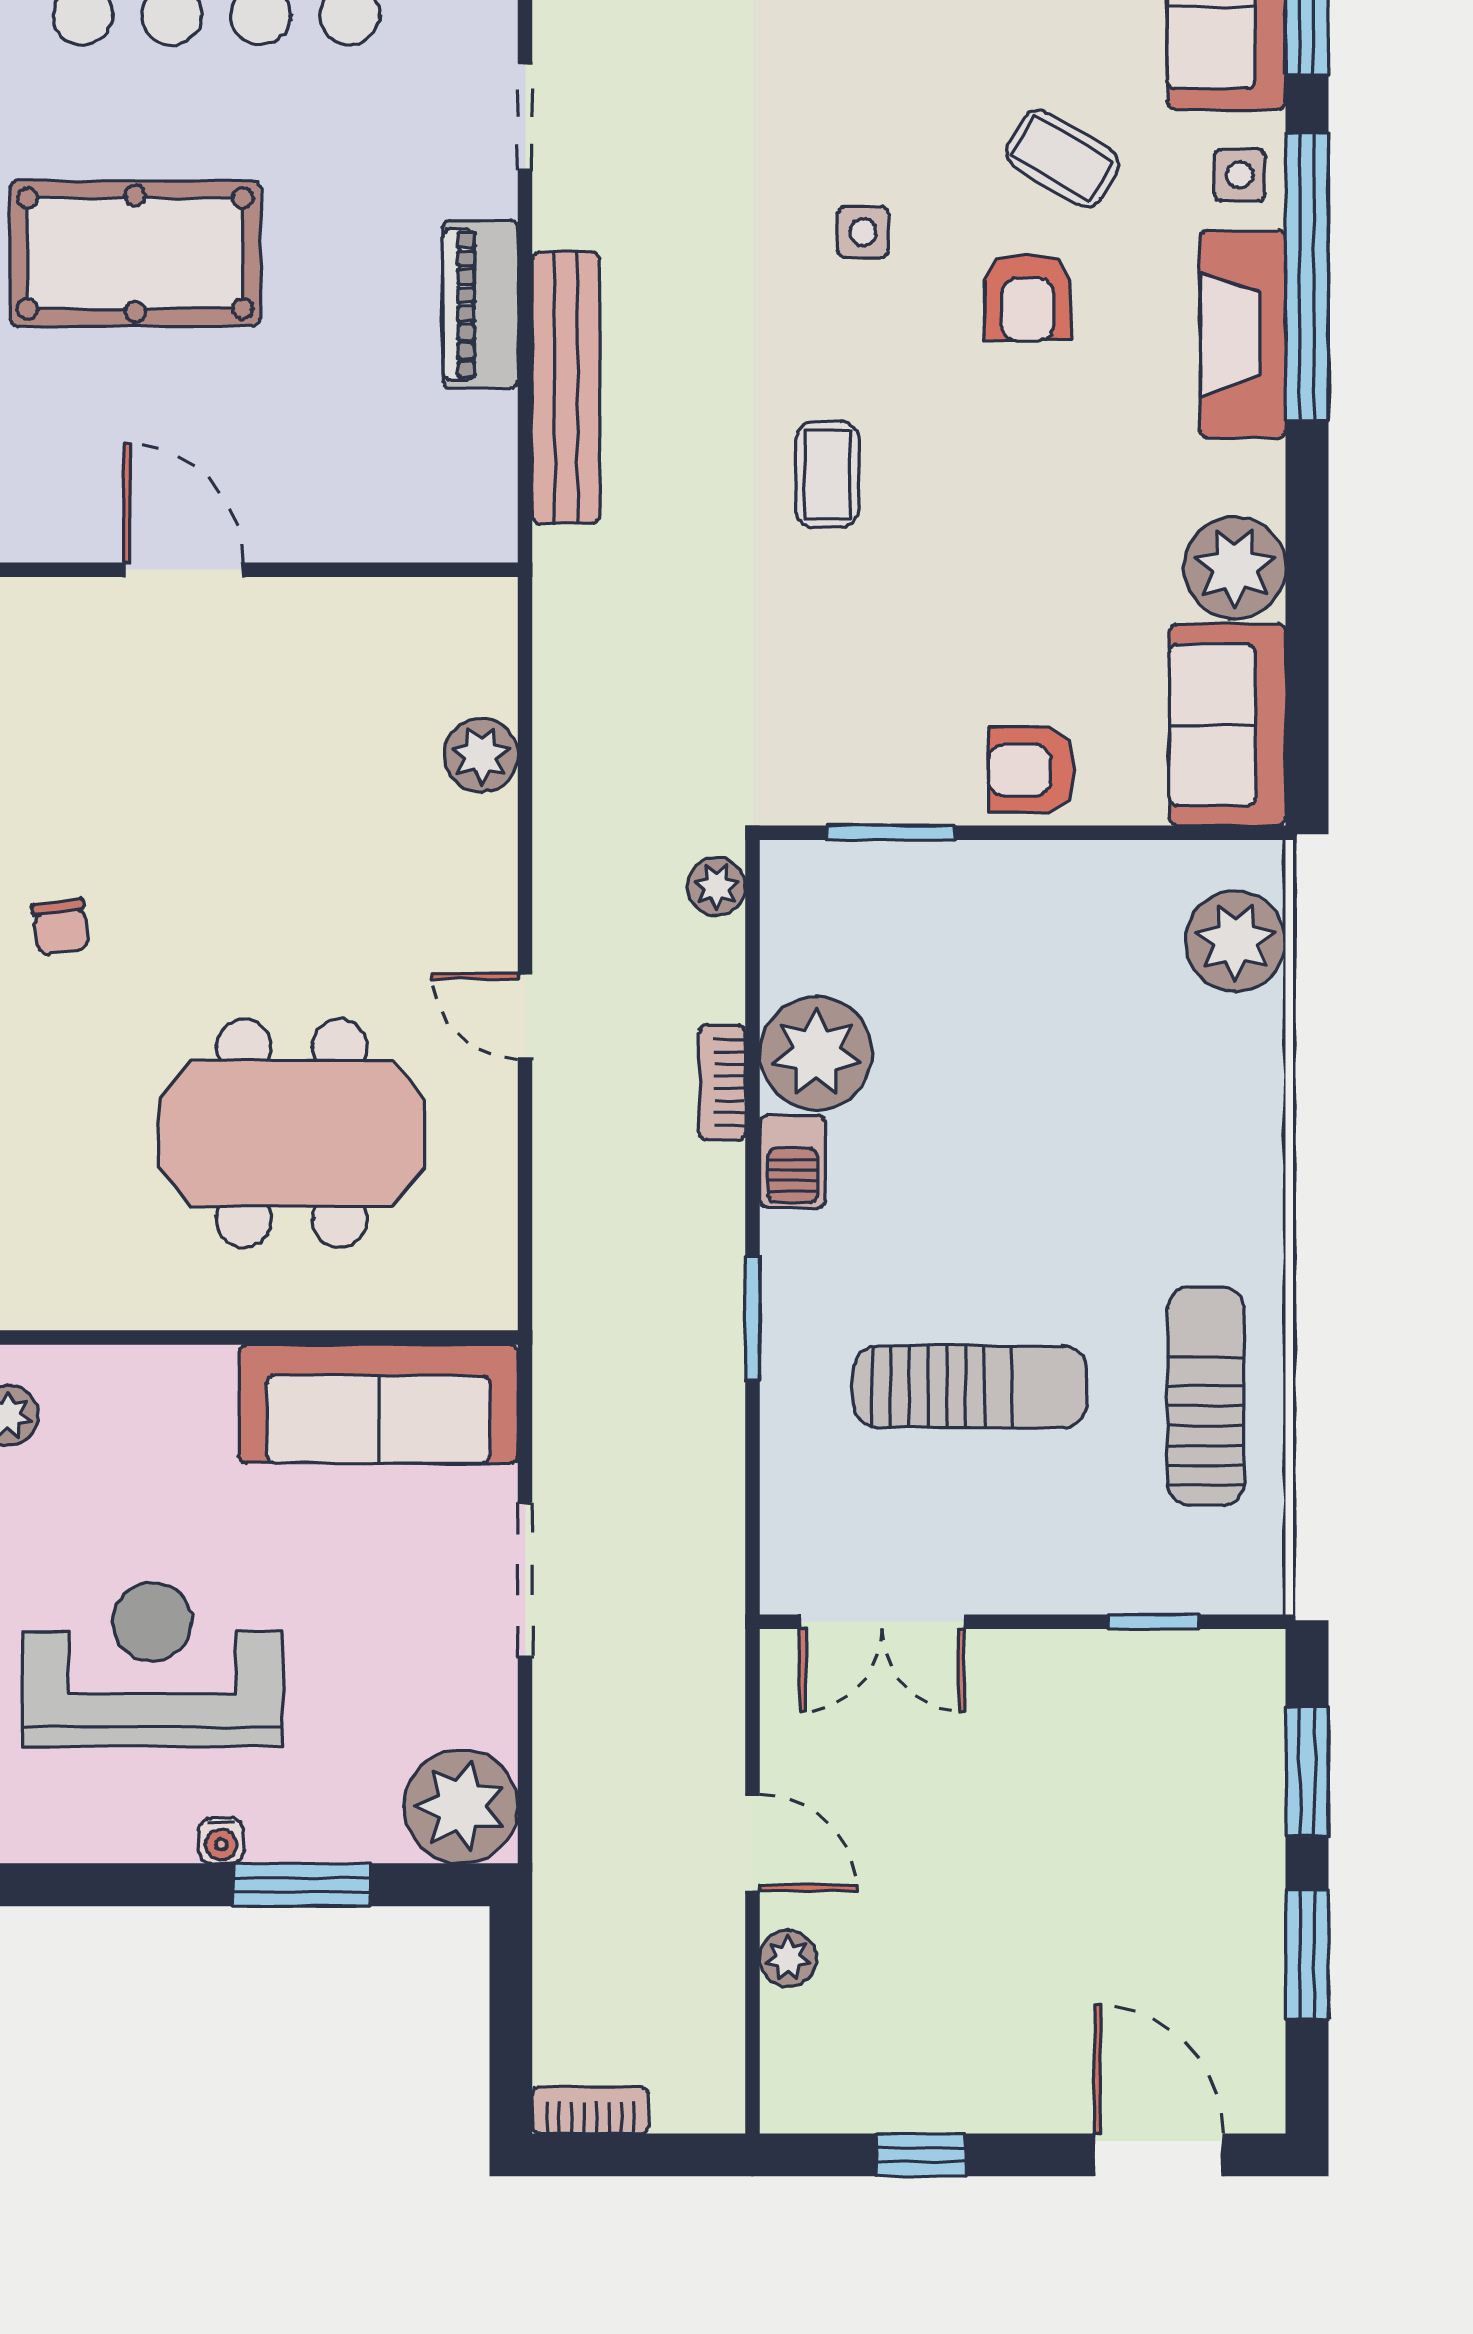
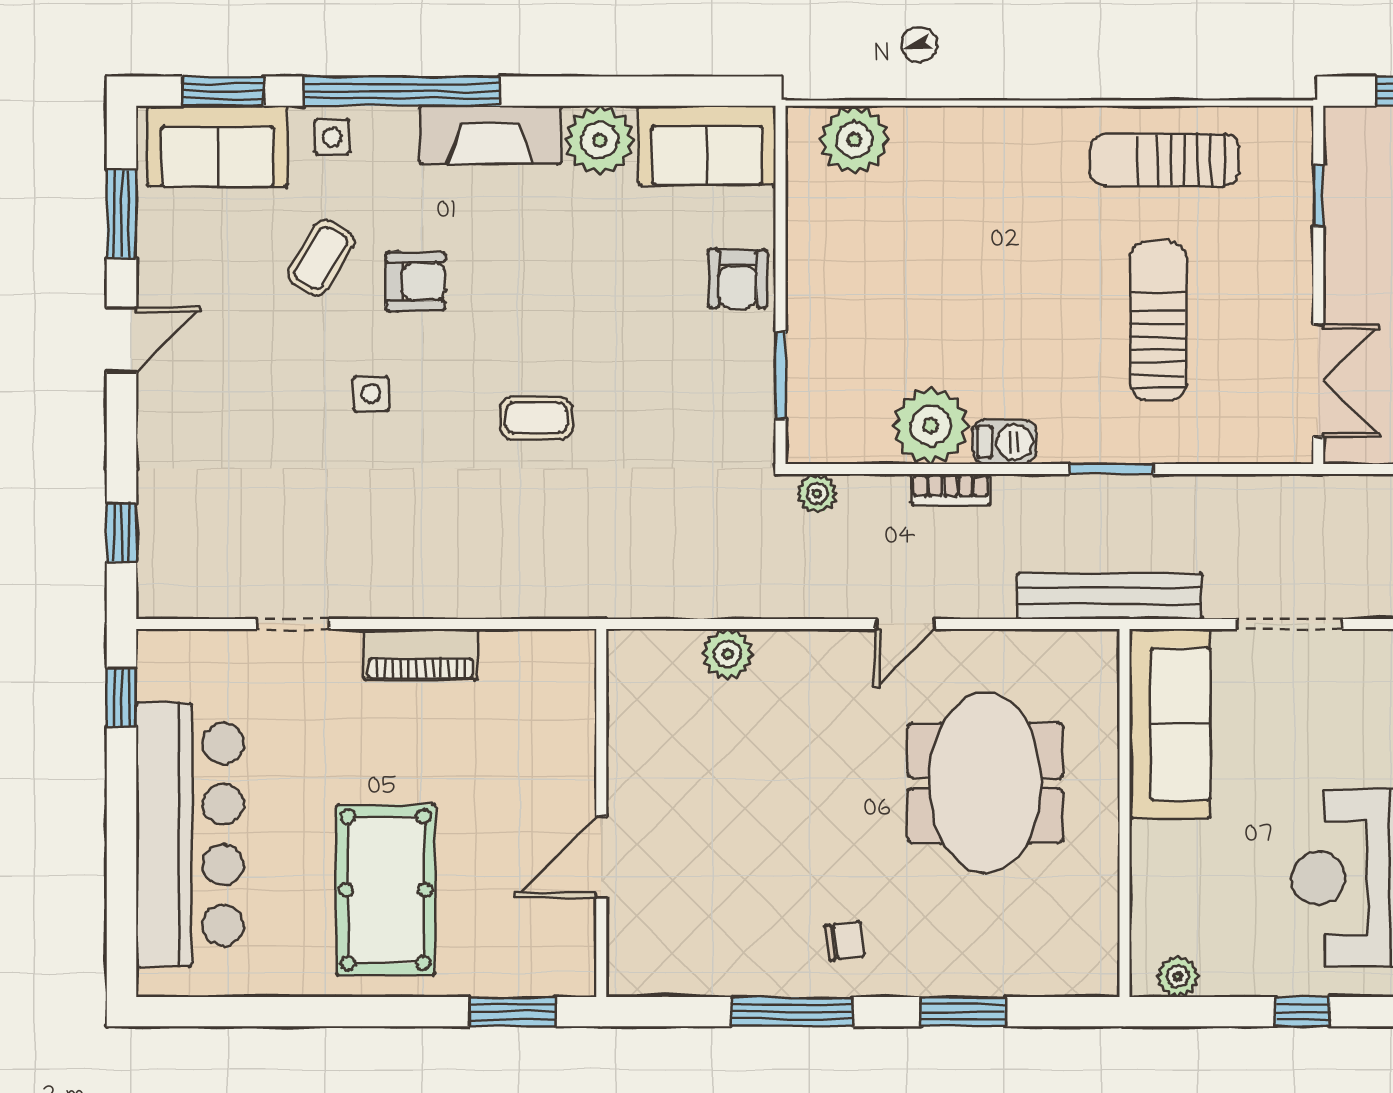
fireplace: (1243, 334) -> (490, 135), moved
bench: (566, 388) -> (1110, 596), moved

